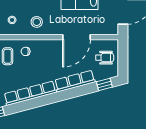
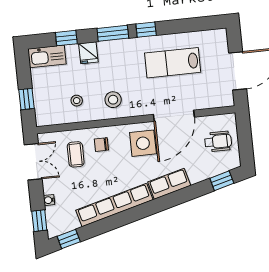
side table: (54, 53) -> (143, 143), added
row of seats: (75, 81) -> (169, 184), width x0.68

